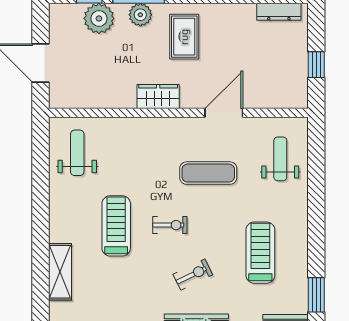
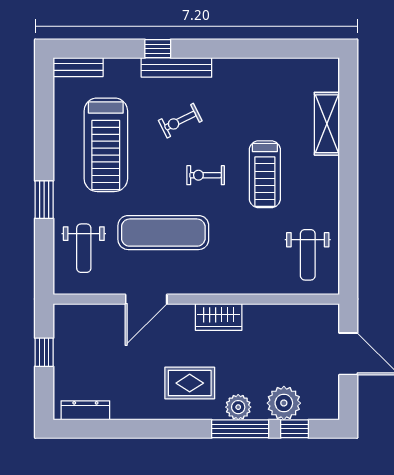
rug: (184, 37) -> (190, 383), turned 90
exercise mat: (208, 173) -> (163, 233), width x1.36, depth x1.45
treadmill: (260, 253) -> (106, 145), width x1.37, depth x1.38
window: (316, 295) -> (44, 200), moved

